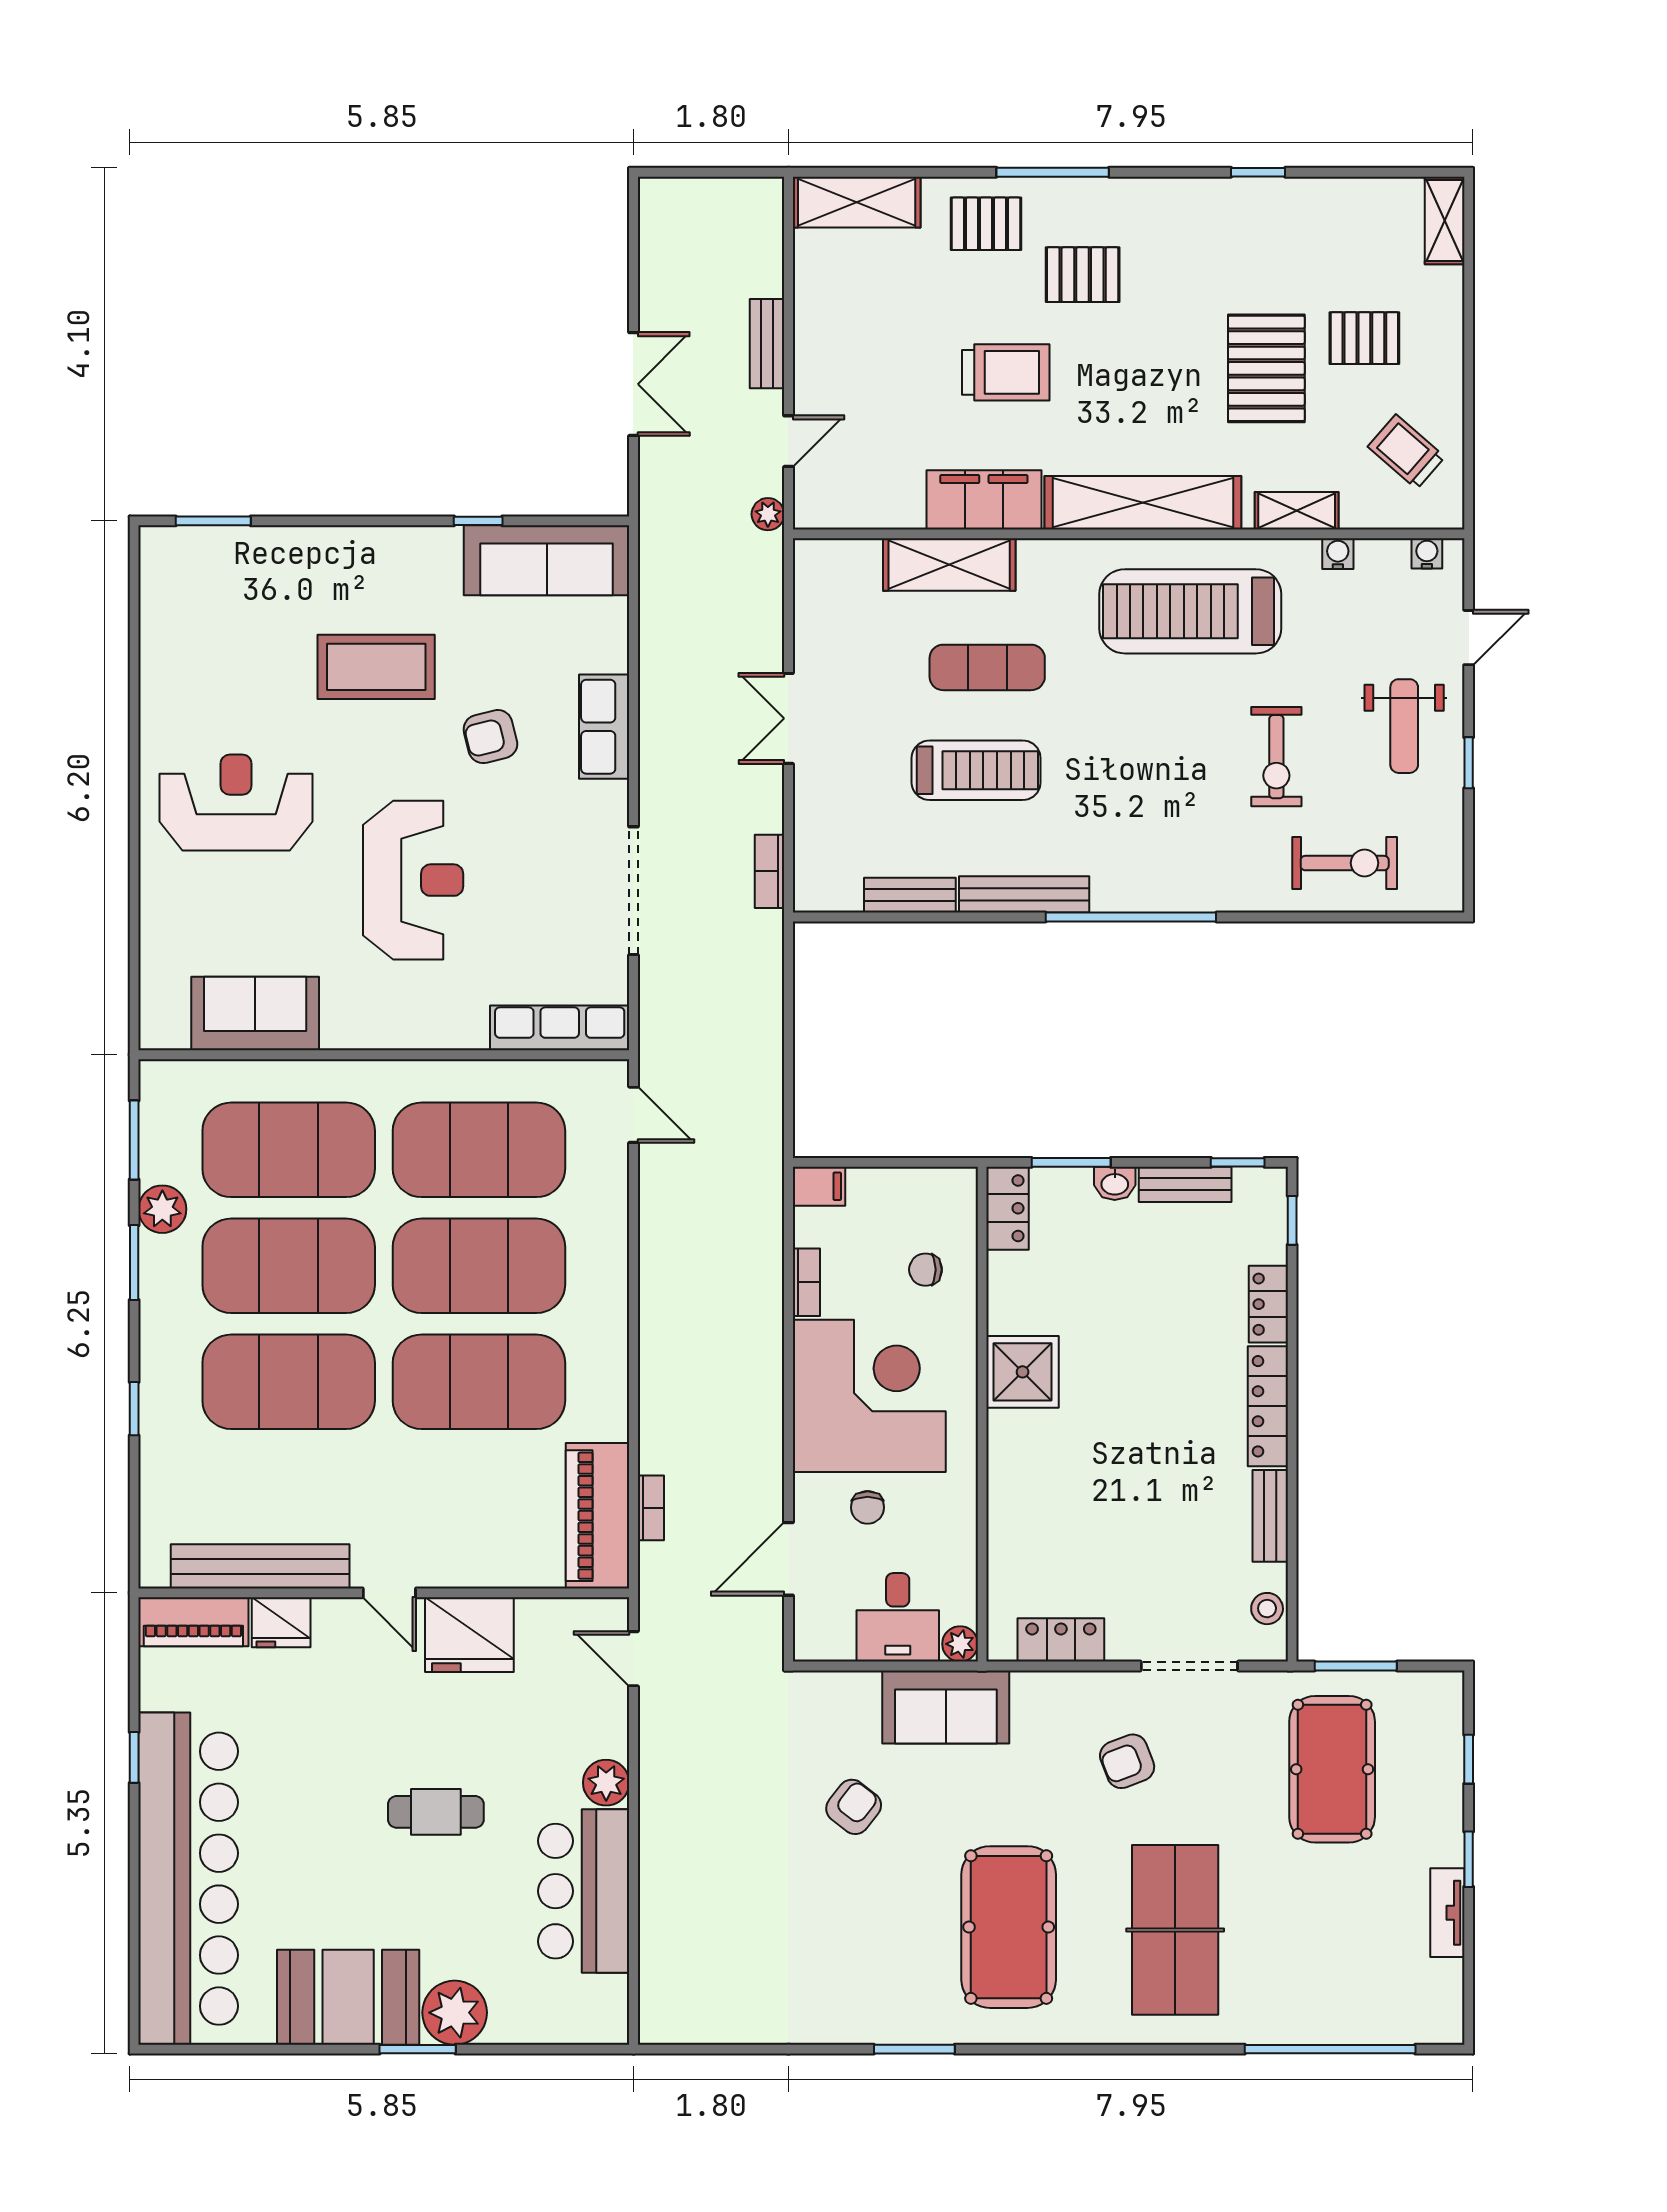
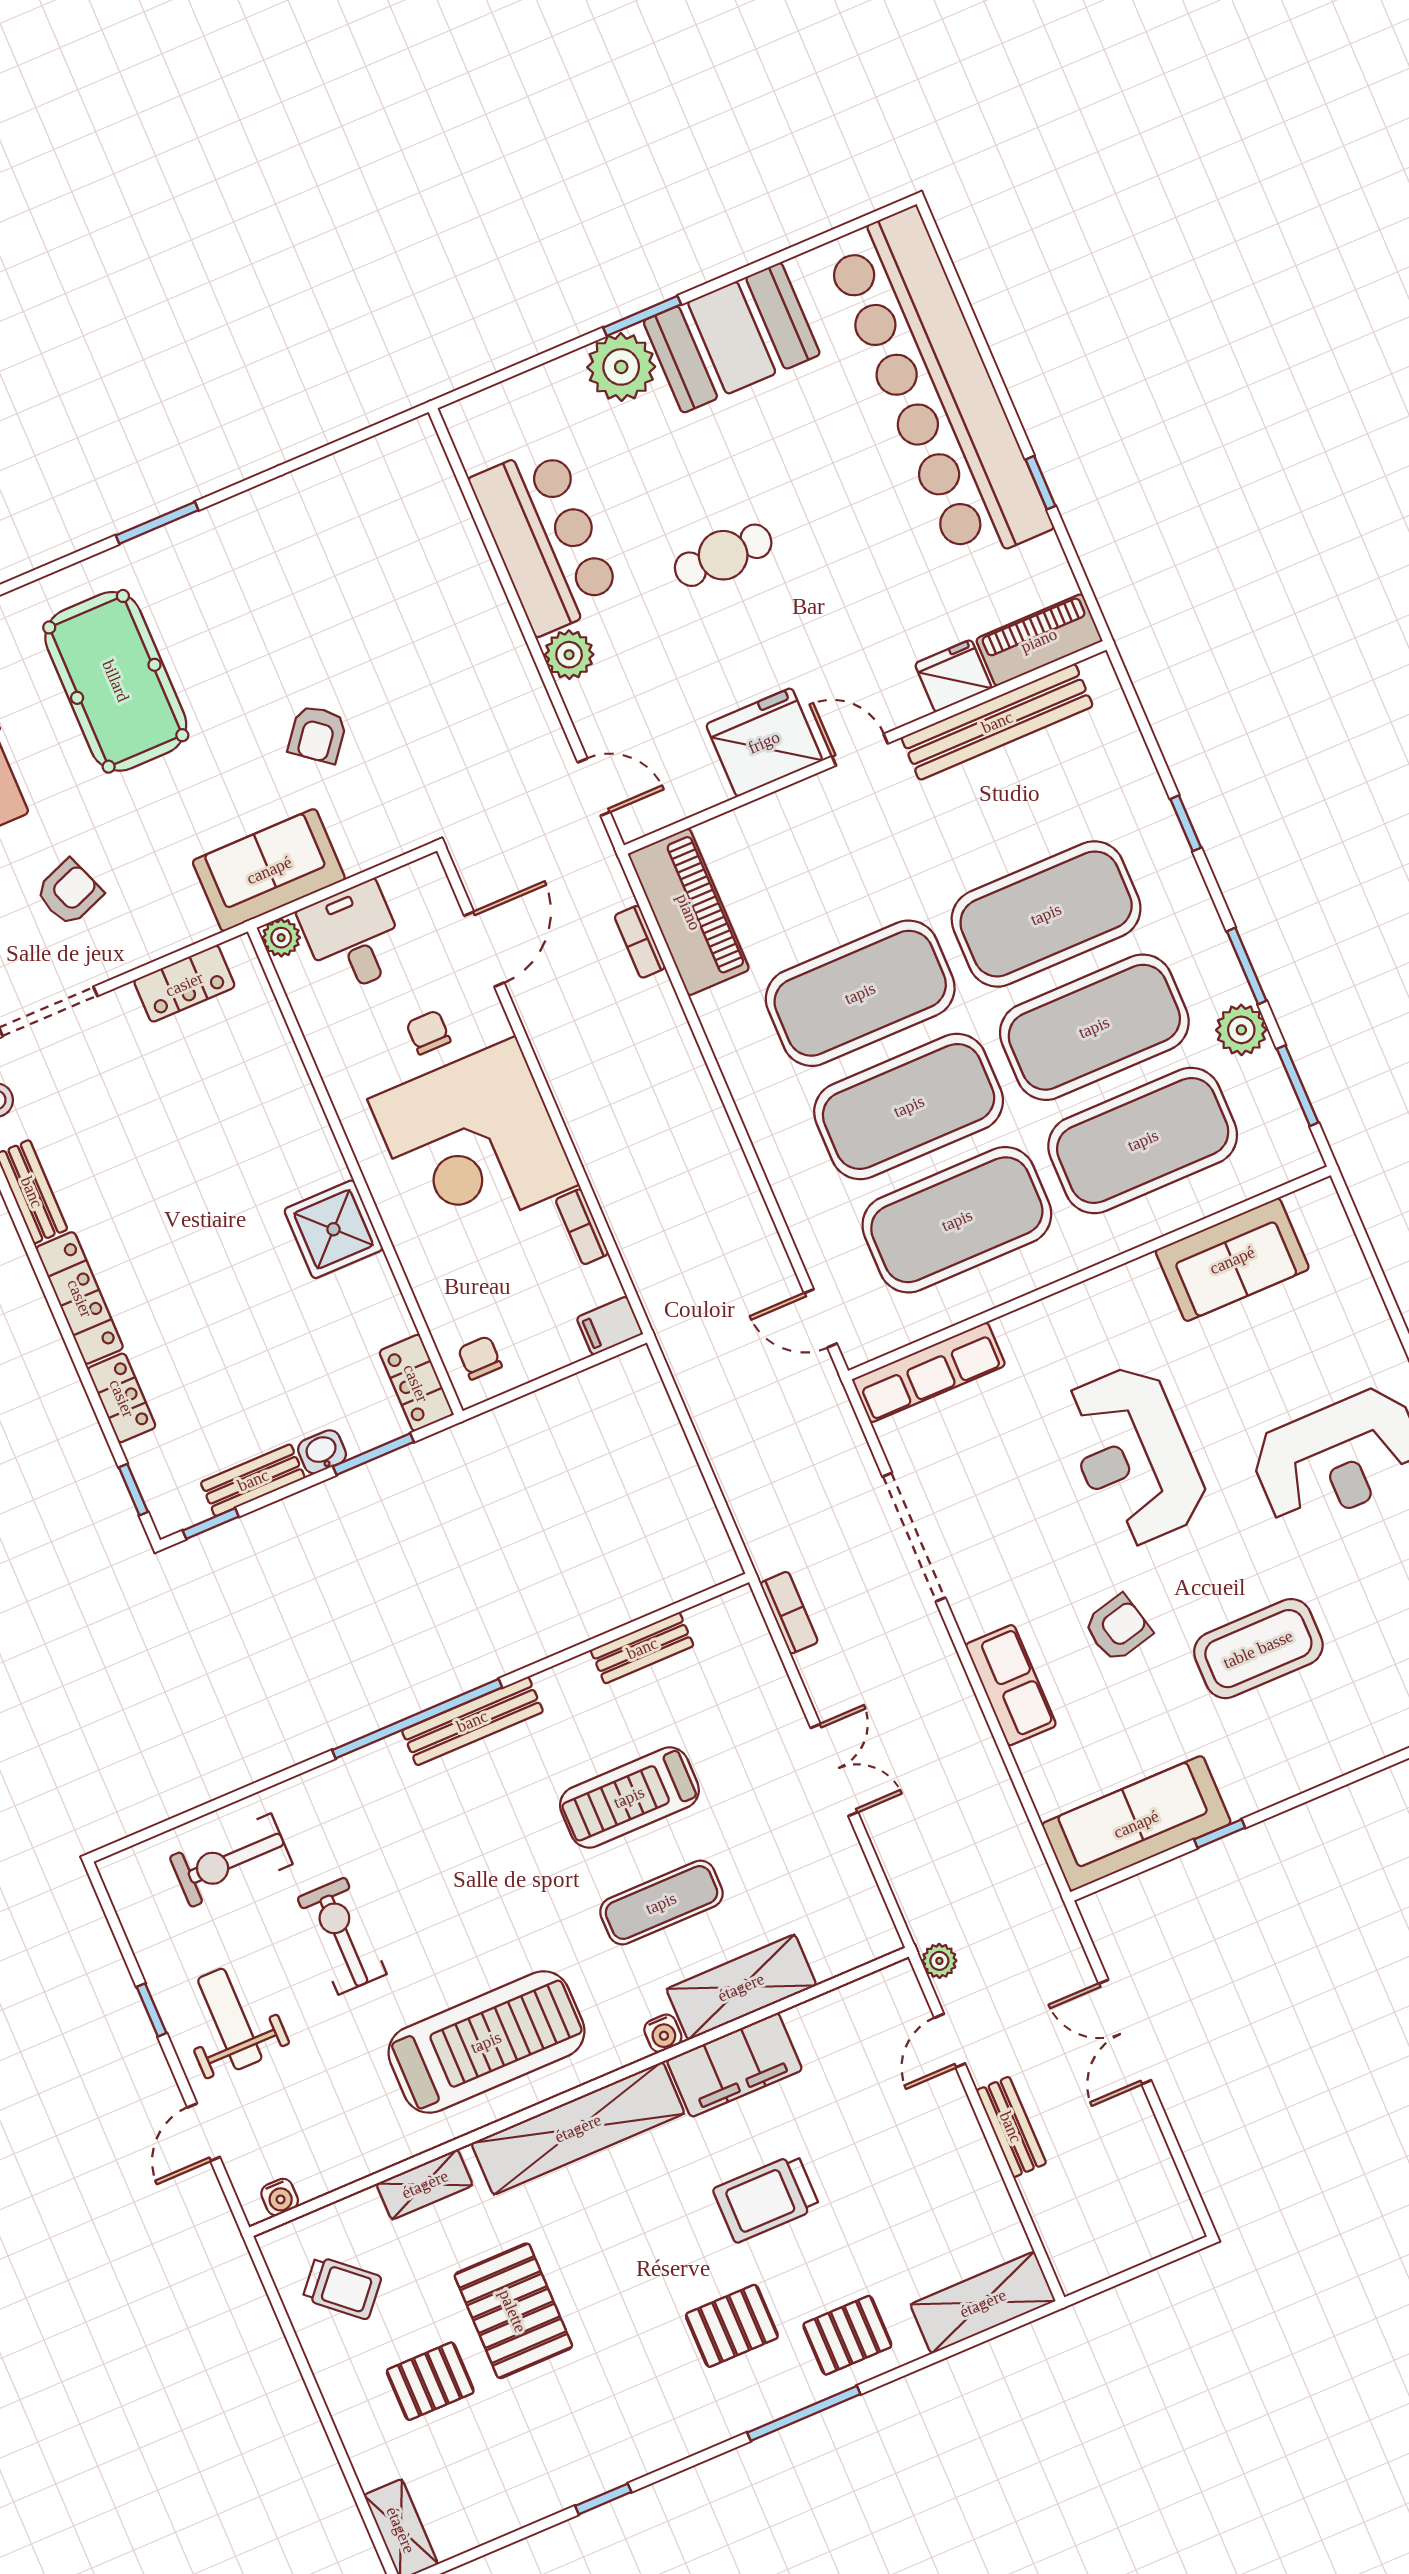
water cooler: (1338, 554) -> (663, 2033), moved
bench: (1024, 894) -> (472, 1721), moved
chair: (925, 1270) -> (480, 1358), moved, turned -90

